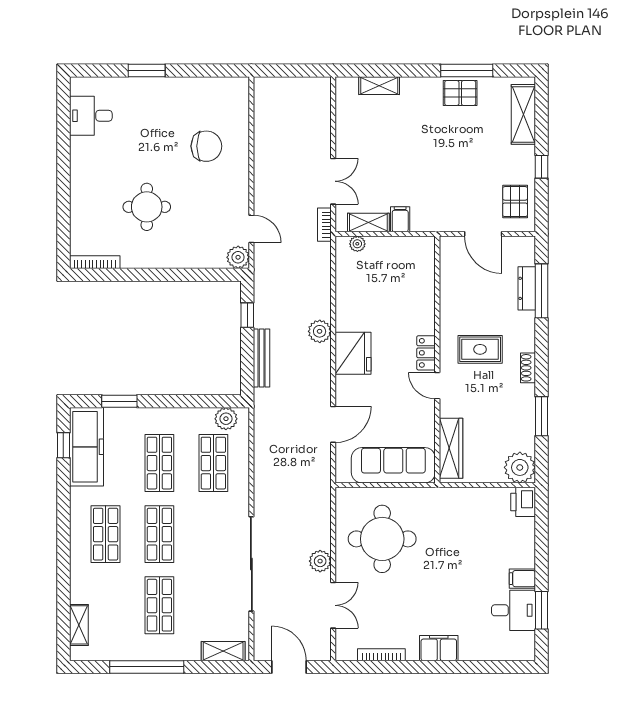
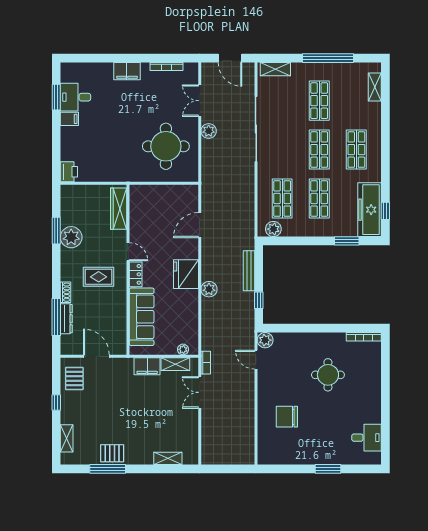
shelving: (523, 114) -> (67, 438), width x0.67, depth x0.75
filing cabinet: (400, 219) -> (147, 366), width x2.00
shoe rack: (528, 368) -> (65, 292), moved
sofa: (393, 465) -> (142, 317), moved, turned -90
plant: (520, 467) -> (71, 237), moved

